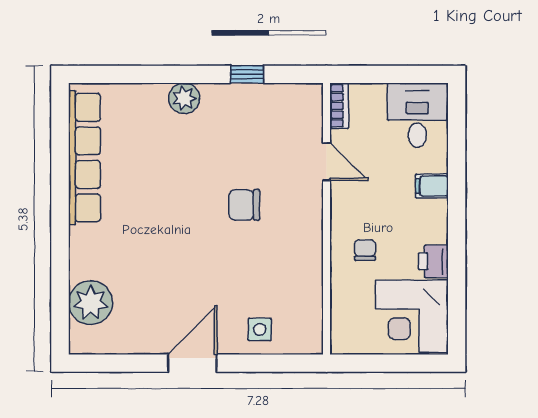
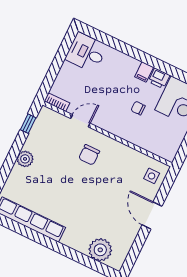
bookcase: (339, 106) -> (57, 102), moved
door: (327, 162) -> (80, 121), moved
filing cabinet: (432, 186) -> (144, 72), moved
wall: (327, 219) -> (107, 134), moved

